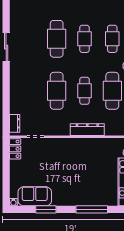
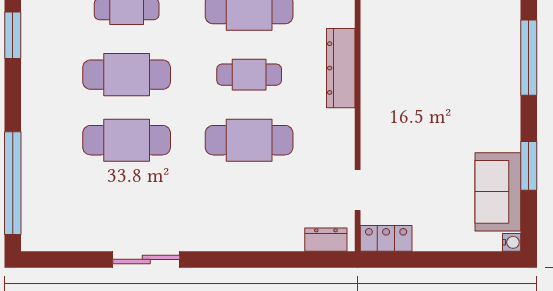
cafe table: (84, 39) -> (127, 75), width x1.37, depth x1.35

